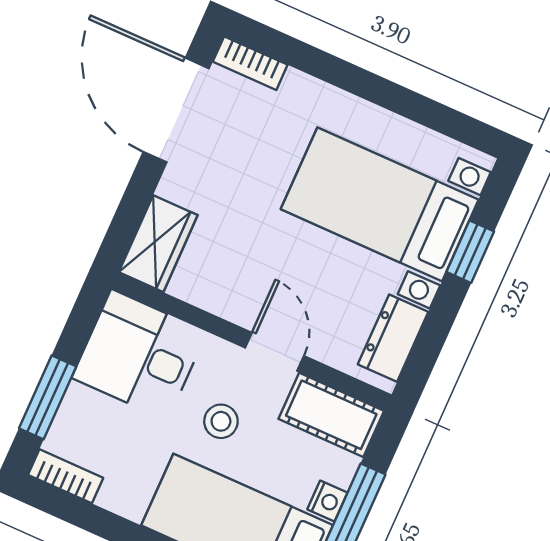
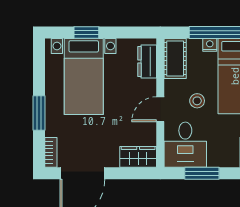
window: (345, 75) -> (39, 113), added
dresser: (393, 338) -> (147, 62), moved, turned 90
door: (275, 352) -> (160, 109), moved
window: (48, 397) -> (202, 173), moved

